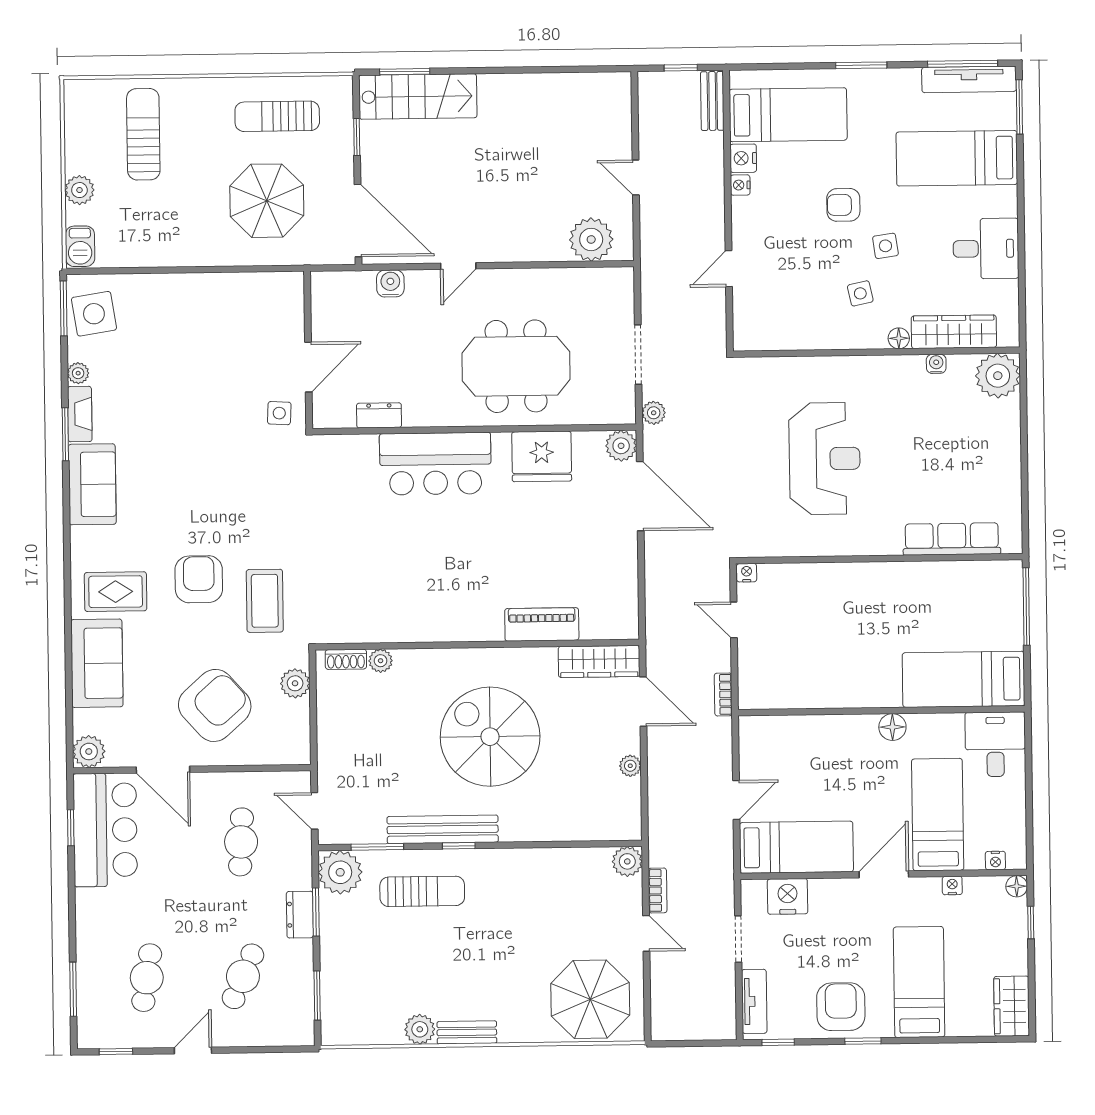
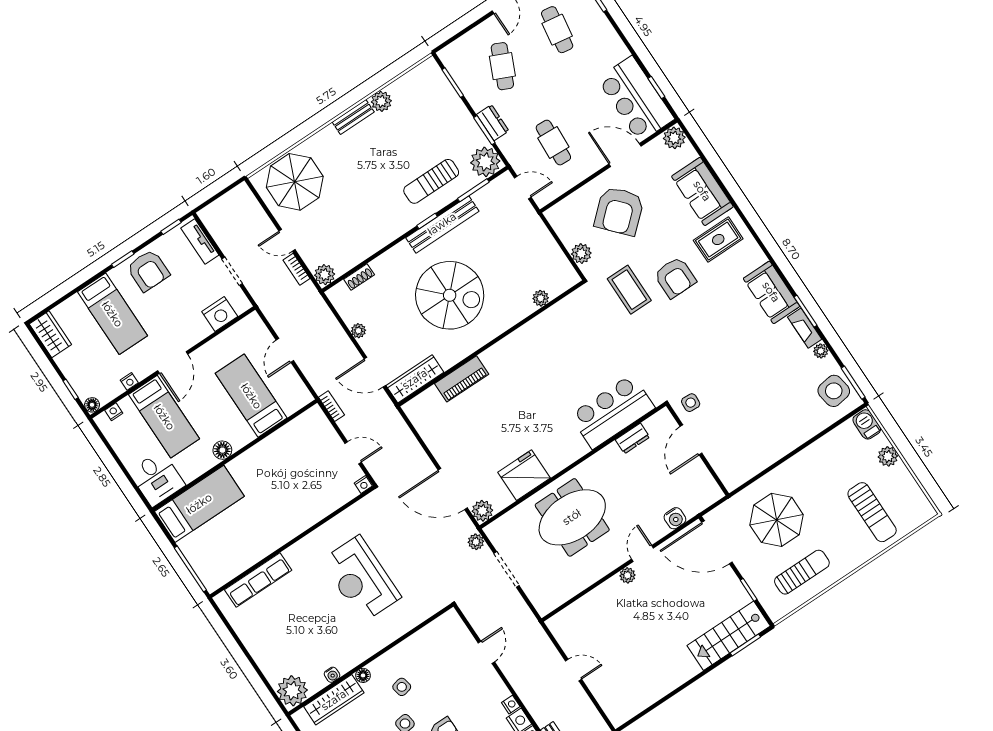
plant: (591, 239) -> (627, 575), moved, width x0.53, depth x0.53
bar counter: (435, 464) -> (612, 412), moved
shoe rack: (346, 659) -> (359, 277), moved, turned 180
bed: (796, 847) -> (251, 396), moved, turned 90

